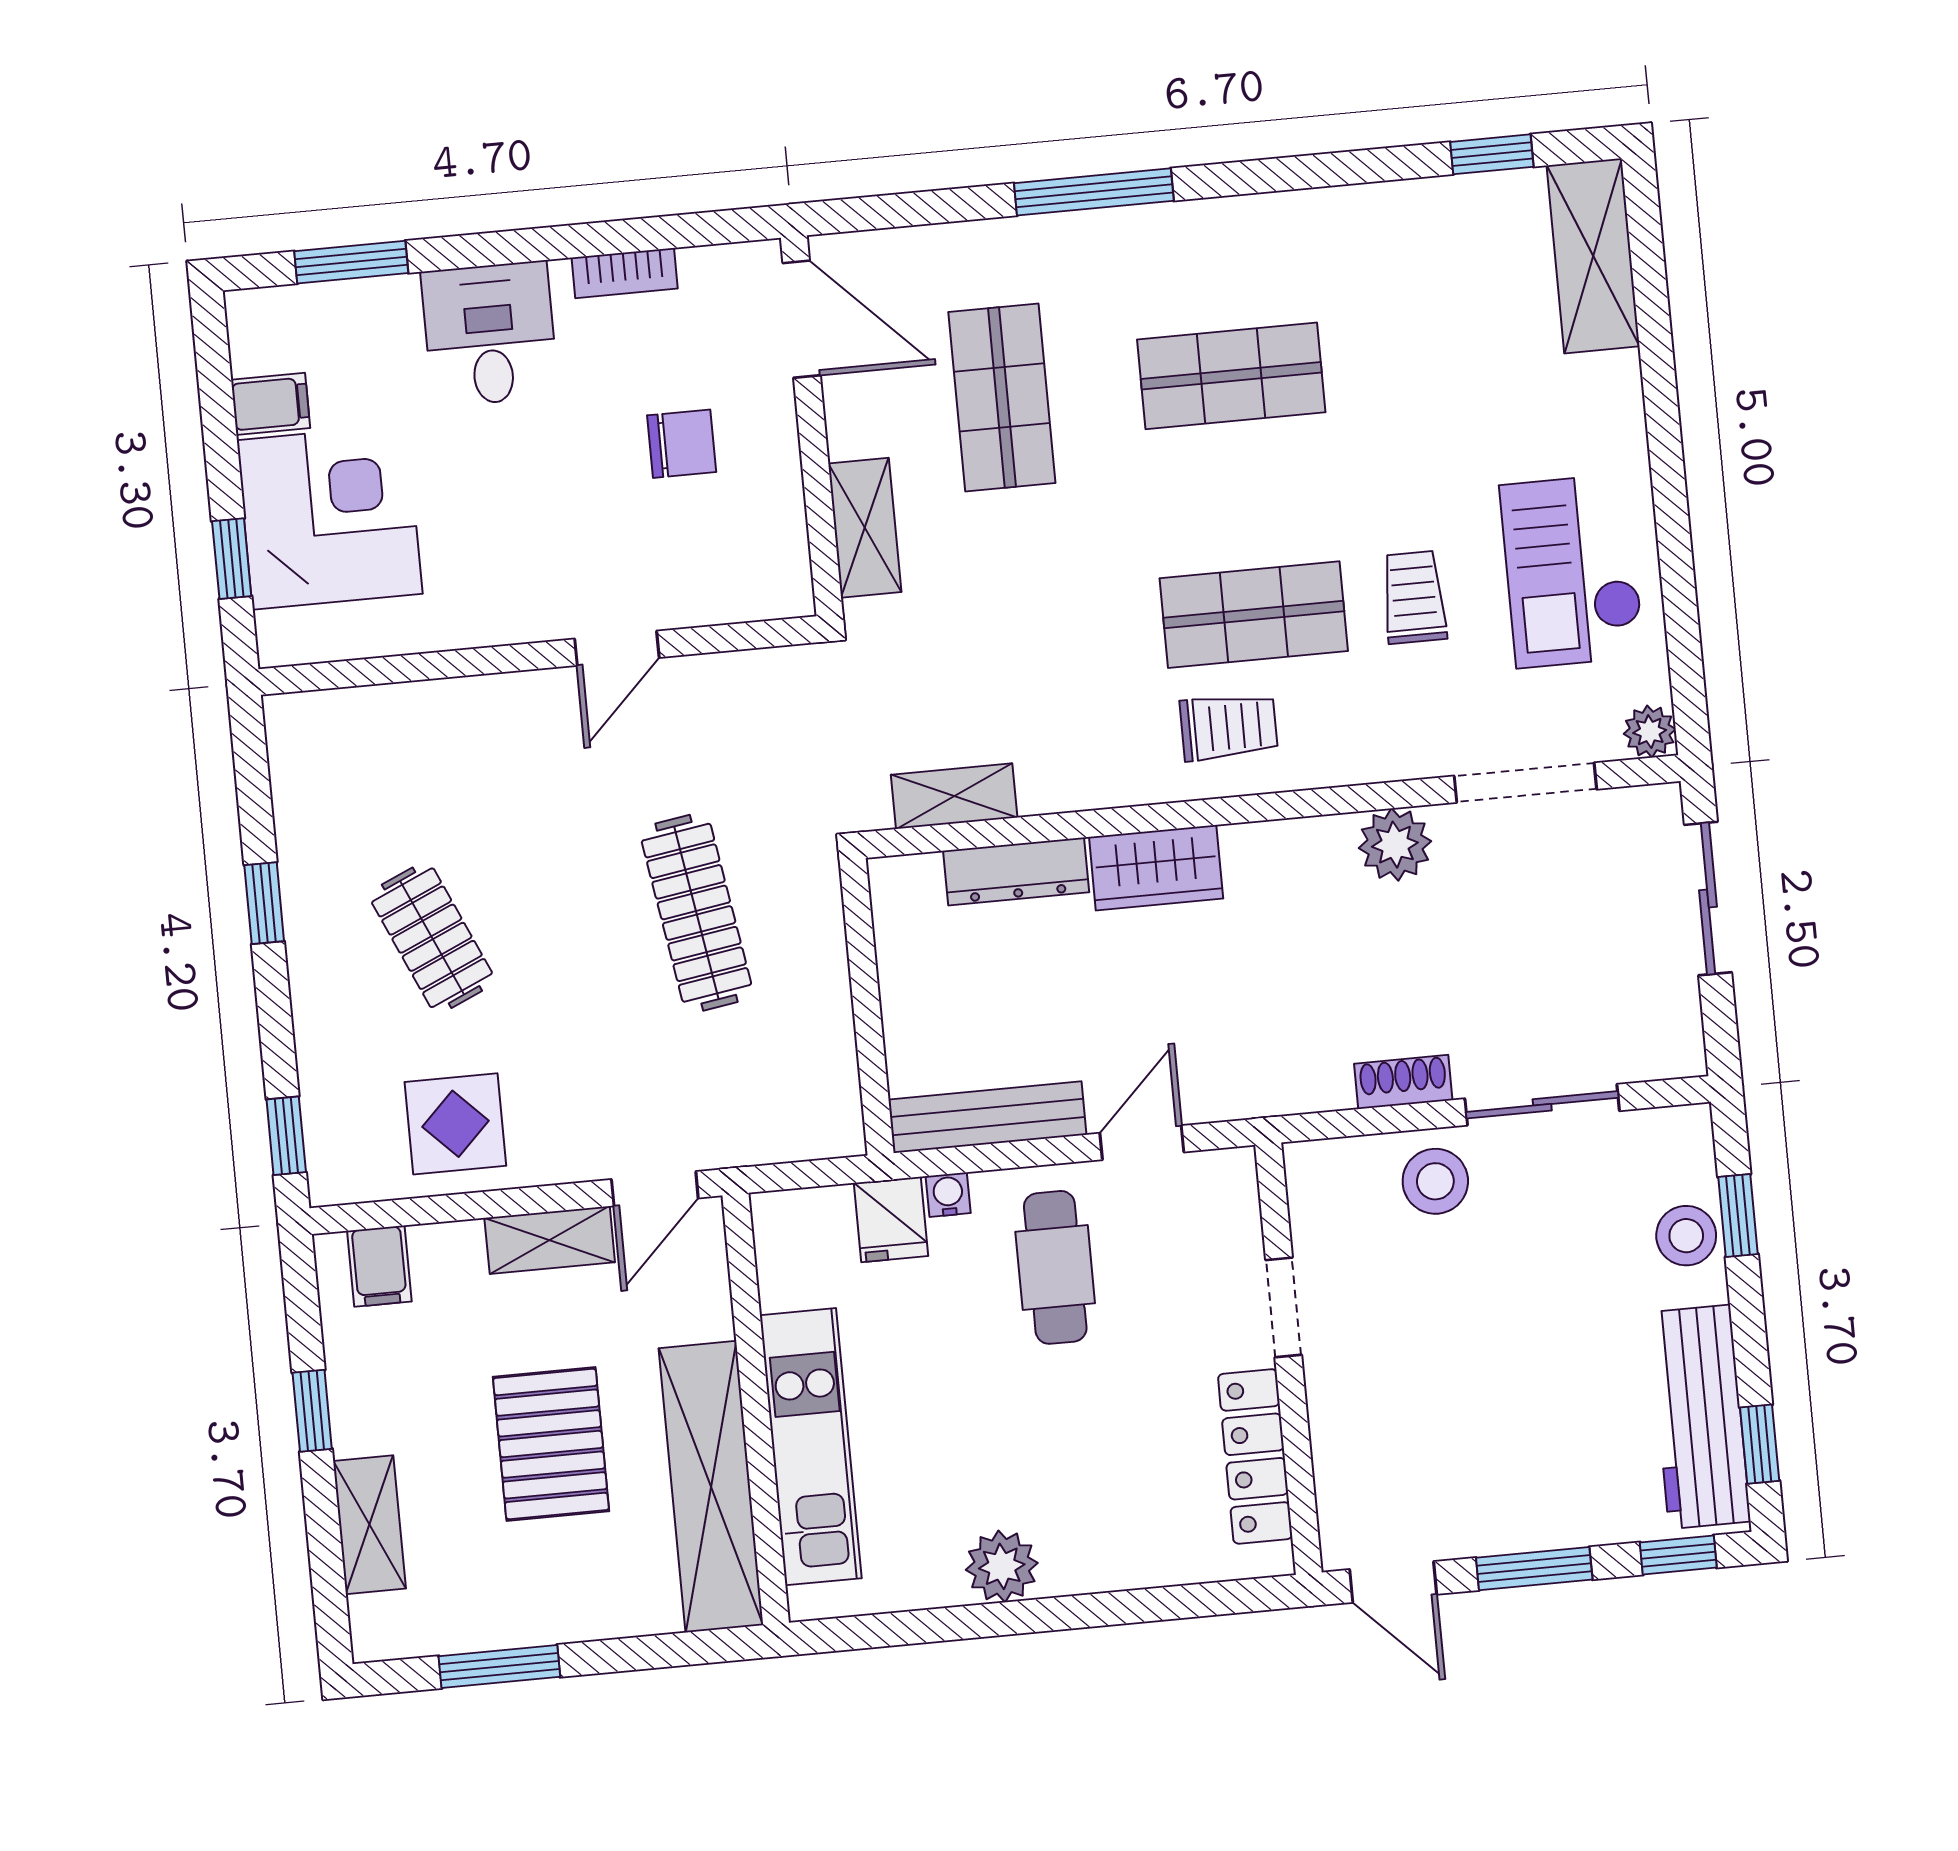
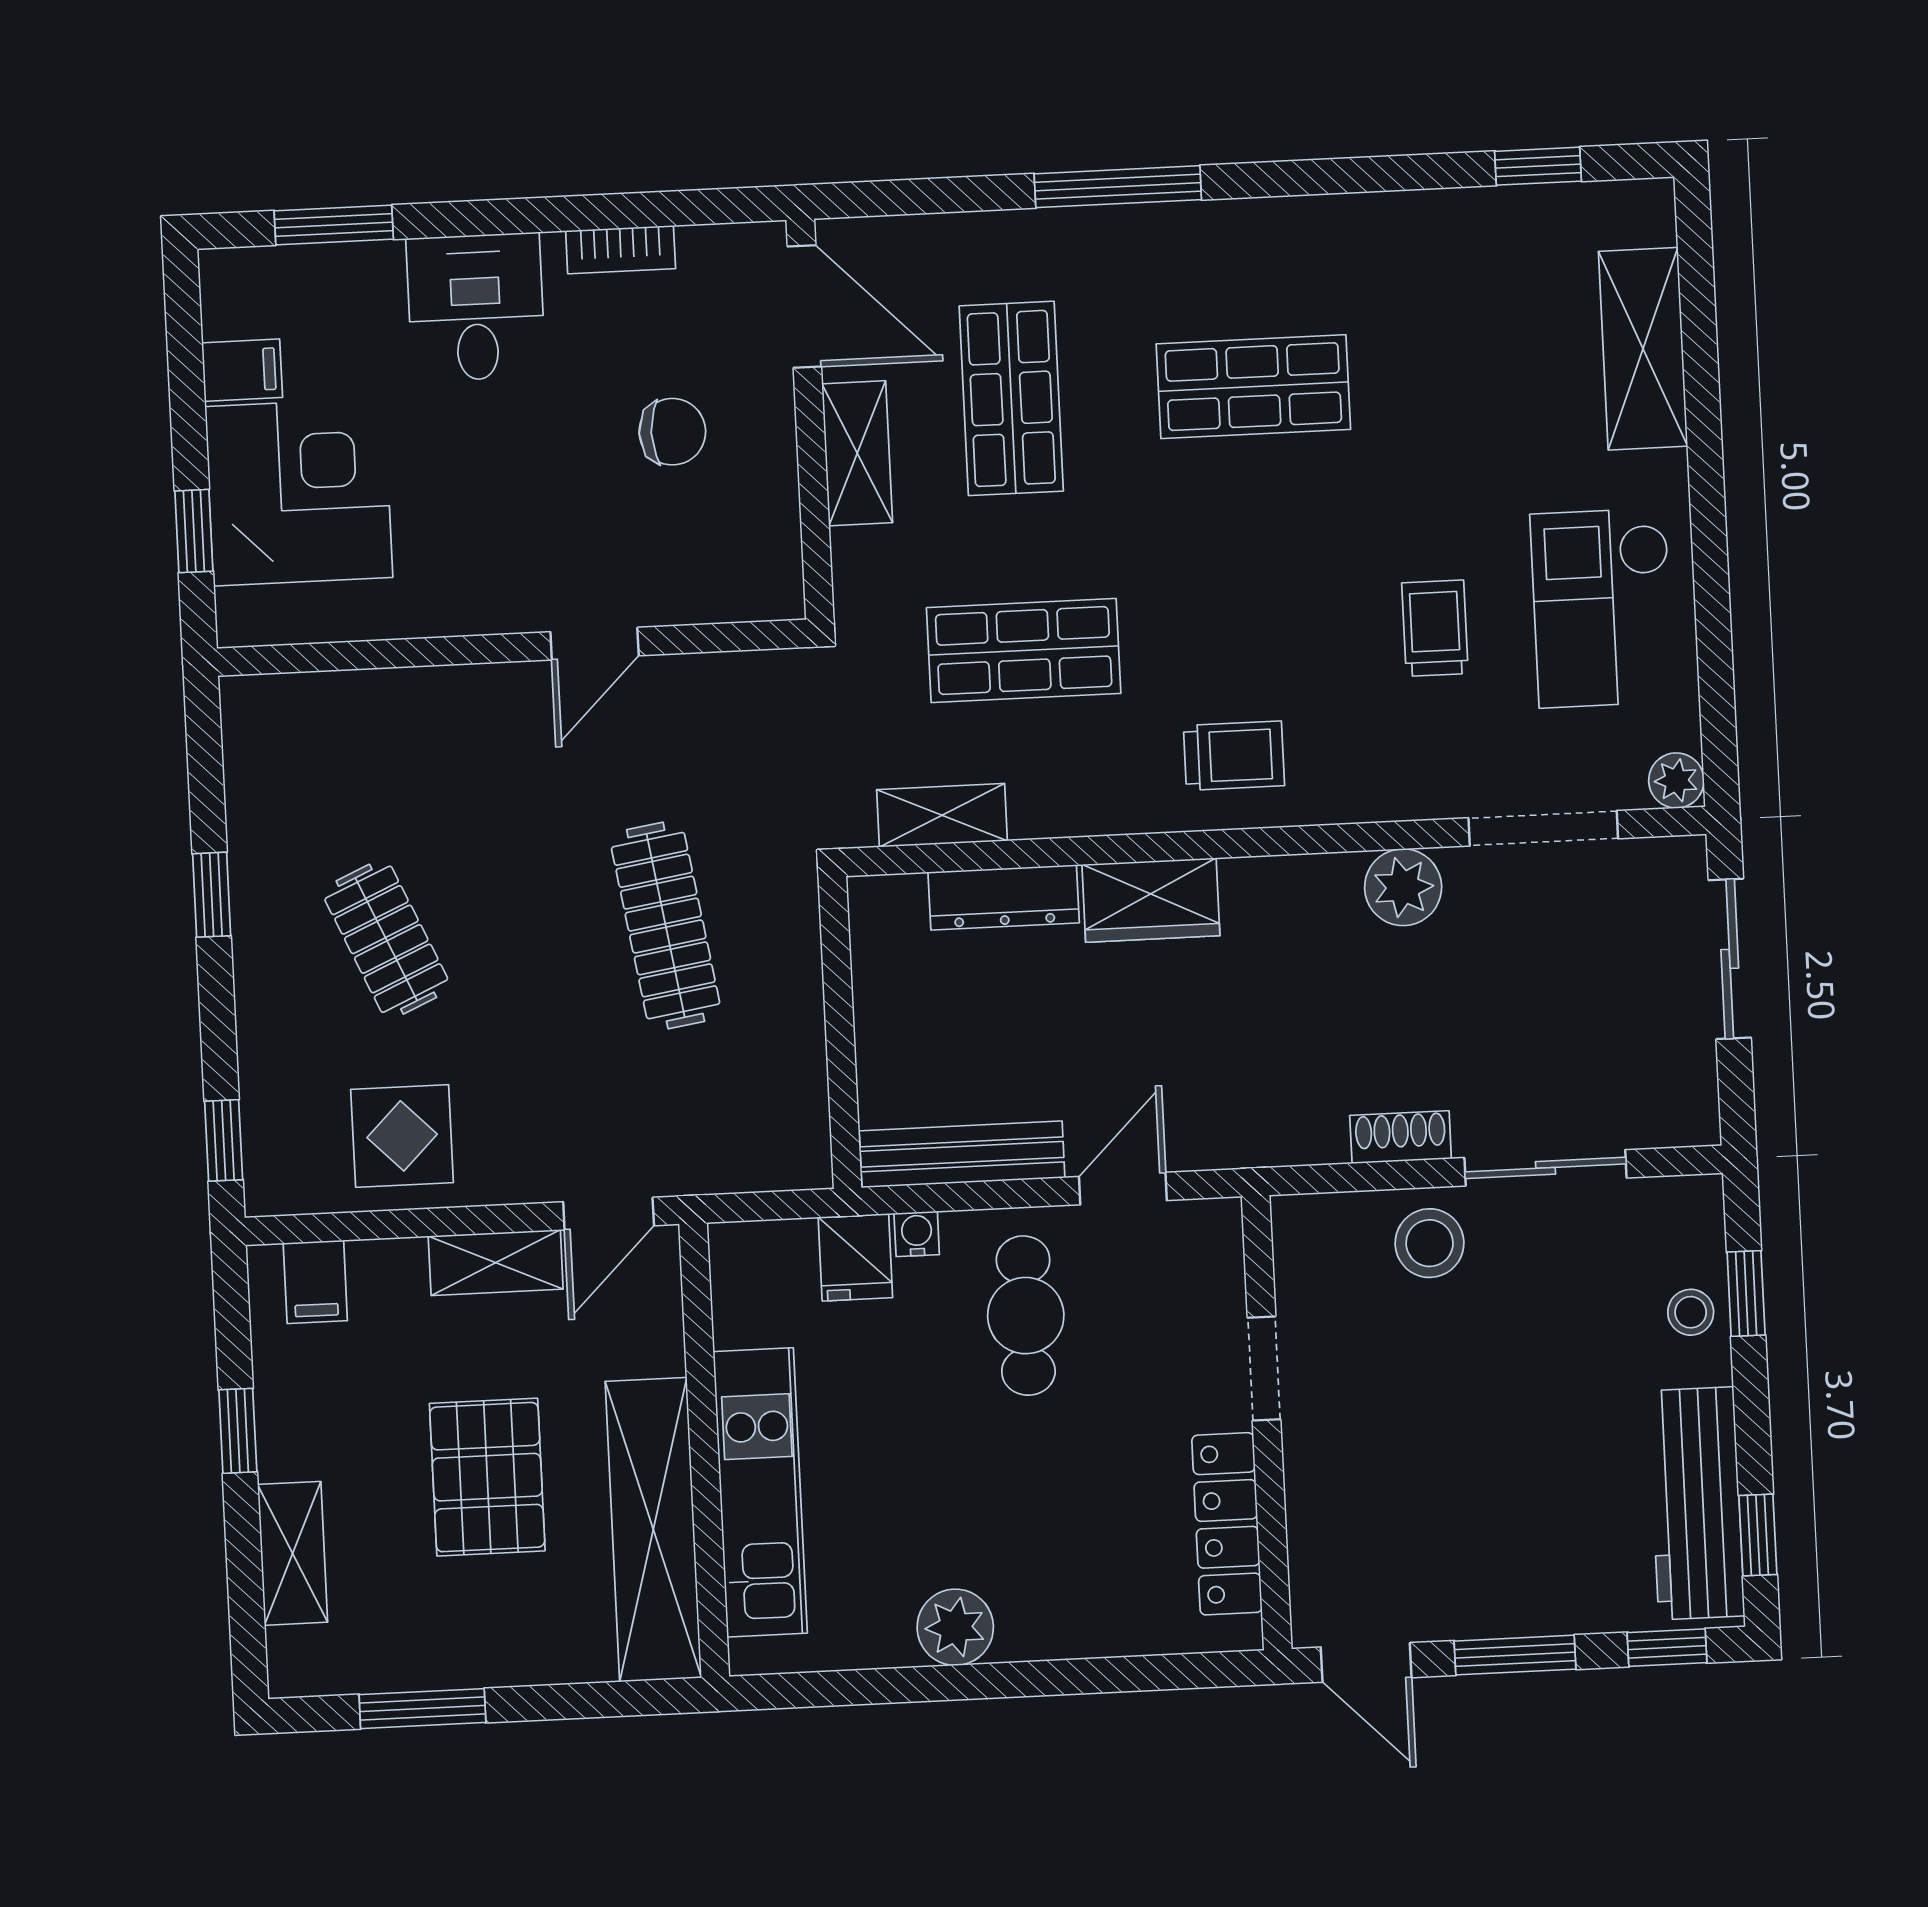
shelving: (1593, 256) -> (1643, 349), moved
shelving: (865, 528) -> (857, 453), moved
shop shelf: (1254, 615) -> (1024, 651), moved
stool: (1686, 1236) -> (1691, 1312), width x0.73, depth x0.73

